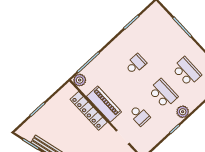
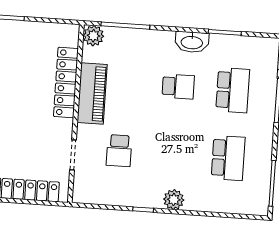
washbasin: (122, 40) -> (192, 42), added
school desk: (163, 94) -> (233, 90), moved

